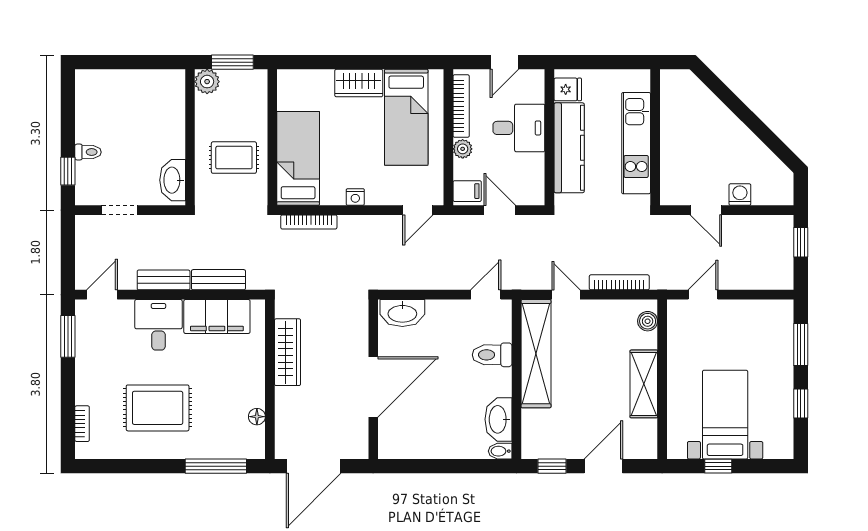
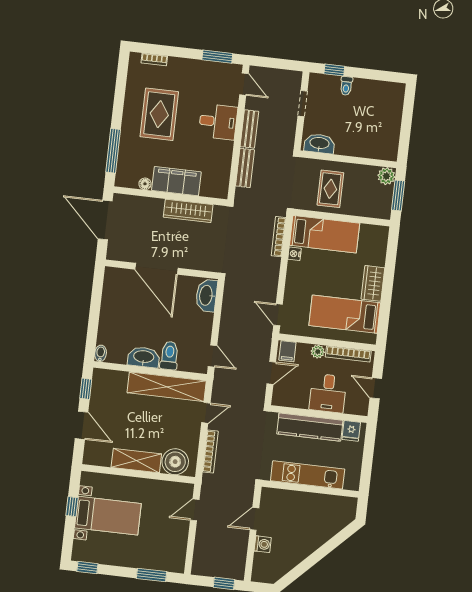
nightstand: (355, 197) -> (295, 254), moved
door: (703, 295) -> (195, 510), swing flipped
filing cabinet: (217, 316) -> (176, 181), moved, turned 90
boiler: (648, 321) -> (175, 462), width x1.86, depth x1.86
window: (801, 403) -> (87, 568), moved
washbasin: (498, 419) -> (144, 357), moved

